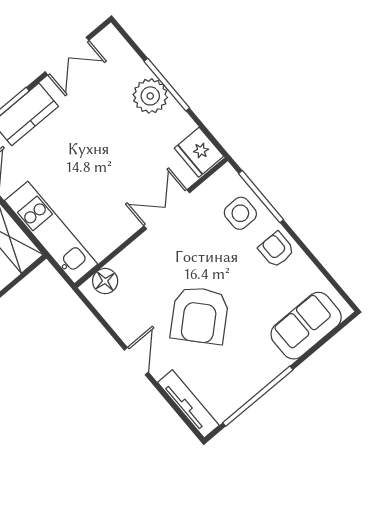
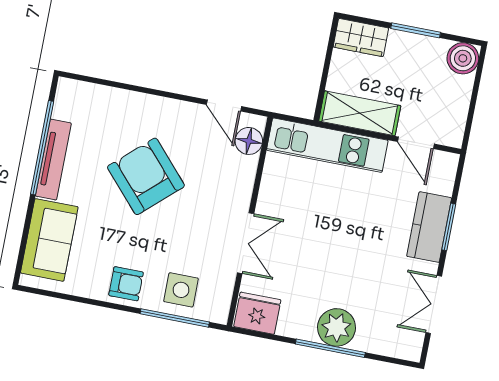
door: (136, 361) -> (224, 106), moved
tv unit: (188, 404) -> (53, 160), moved, turned -90

